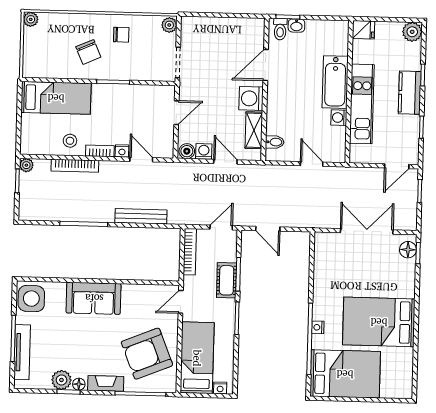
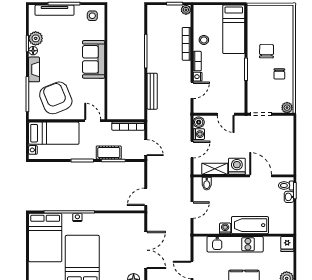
plant: (31, 19) -> (288, 10), removed
chair: (88, 52) -> (267, 51), turned 115
door: (268, 229) -> (146, 197), moved
side table: (31, 299) -> (92, 16), width x0.54, depth x0.54

